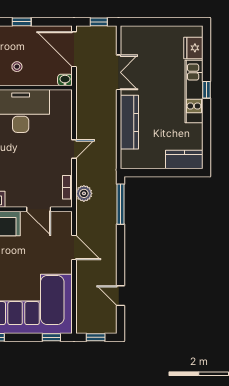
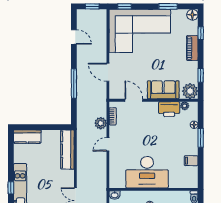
kitchen counter: (129, 122) -> (67, 150), moved
plant: (84, 193) -> (101, 123), moved
window: (120, 204) -> (74, 84), moved

